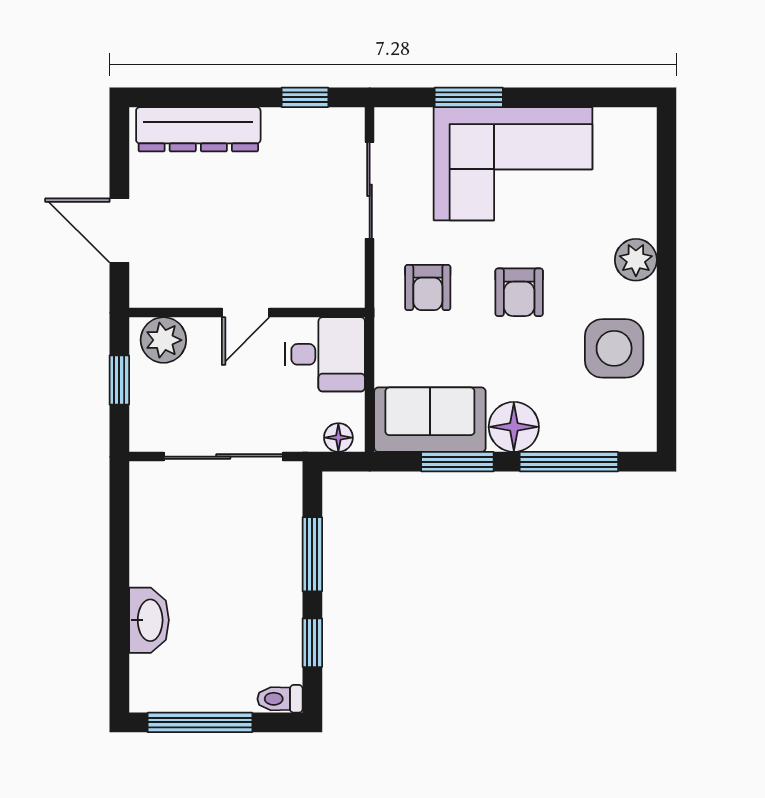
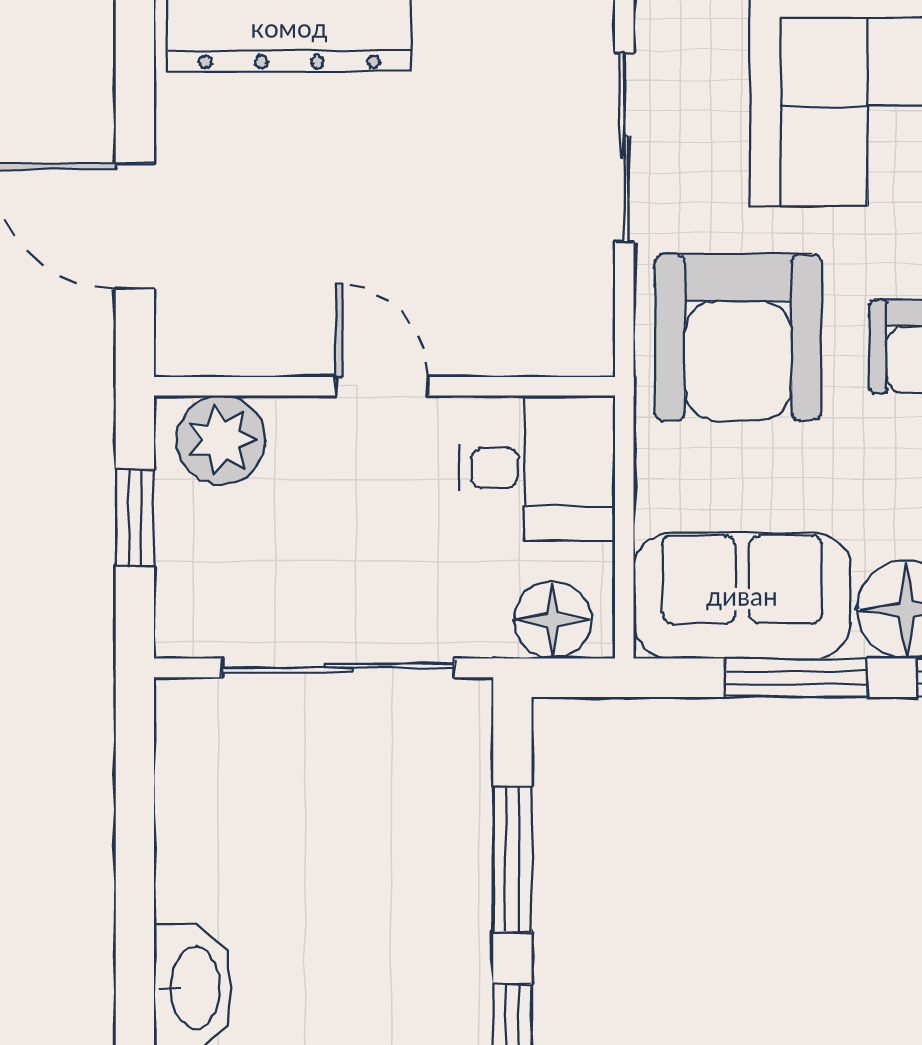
armchair: (428, 288) -> (738, 337), width x1.88, depth x1.88
door: (246, 313) -> (382, 386), swing flipped
floor lamp: (338, 438) -> (553, 620), width x1.37, depth x1.37

